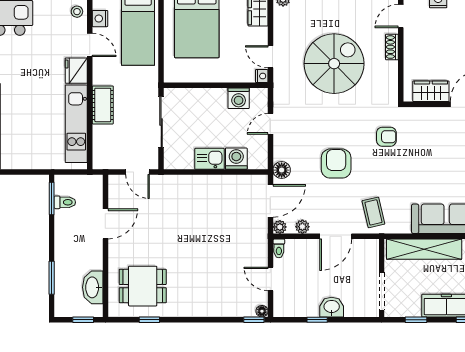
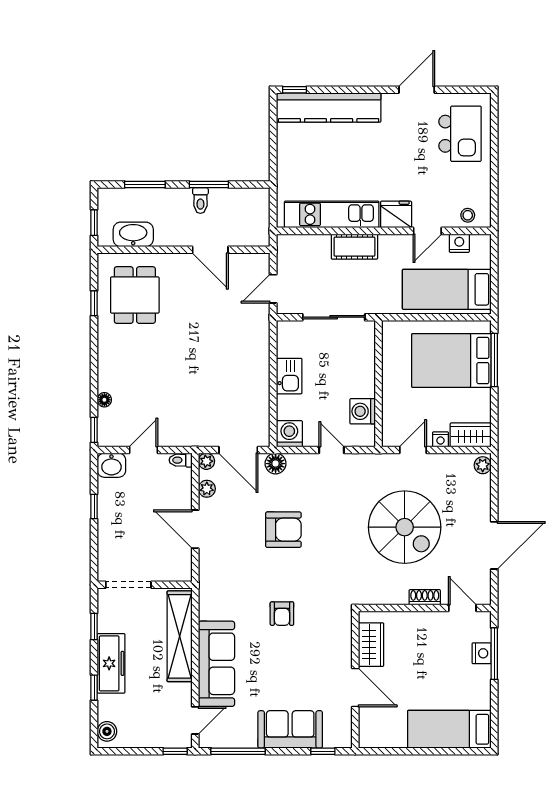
nightstand: (262, 76) -> (440, 439), moved
armchair: (386, 137) -> (282, 614), moved
washing machine: (236, 159) -> (289, 434), moved, turned -90
window: (52, 199) -> (209, 184), moved
toilet: (65, 202) -> (200, 200), moved
coffee table: (373, 212) -> (224, 575), removed
washbasin: (332, 307) -> (111, 465), moved, turned 90
floor lamp: (262, 311) -> (104, 400), moved

